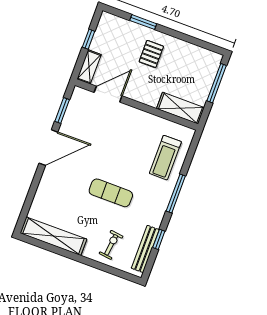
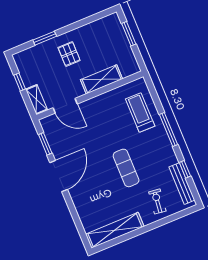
window: (217, 83) -> (129, 34), width x0.69
door: (108, 94) -> (65, 106), swing flipped
shelving: (180, 108) -> (102, 79), moved
treadmill: (165, 158) -> (140, 113), turned 180
exercise mat: (111, 193) -> (126, 168), turned 90

